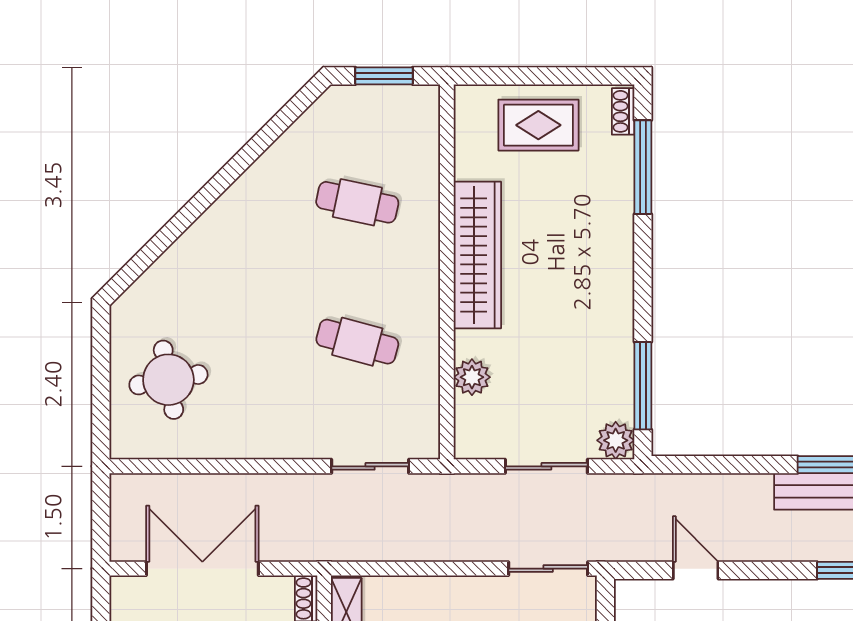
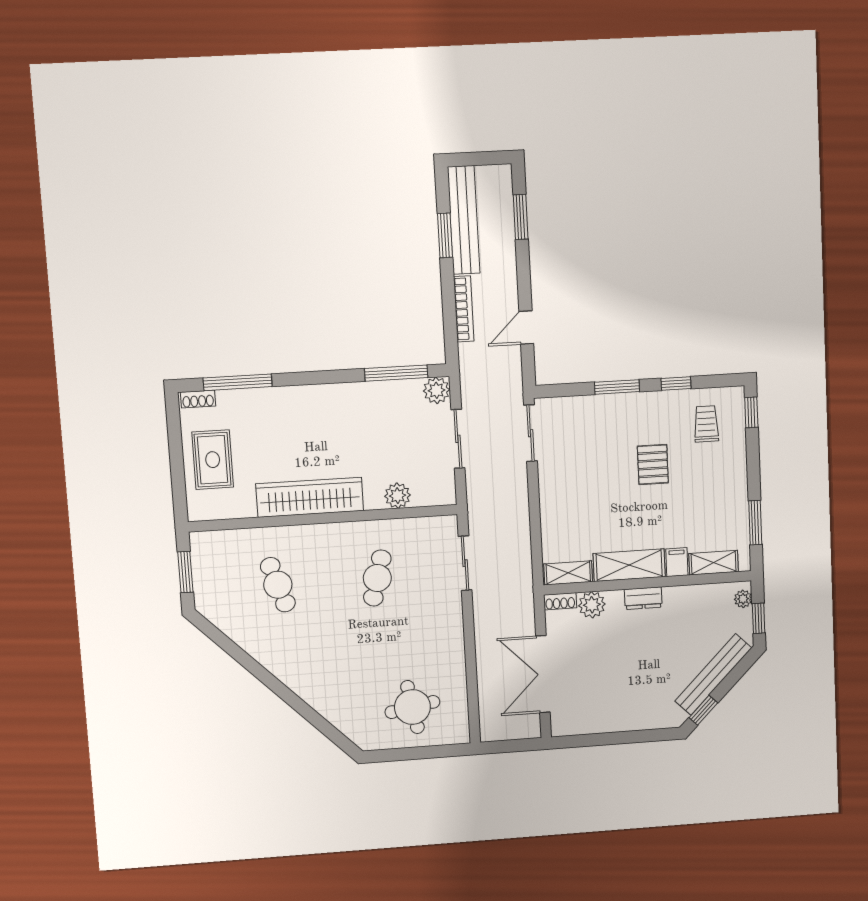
cafe table: (357, 202) -> (278, 585), turned -30
bookcase: (726, 485) -> (464, 309), added

